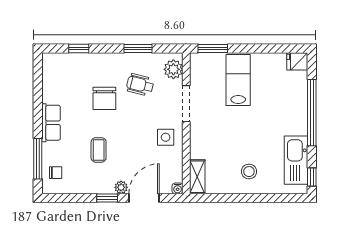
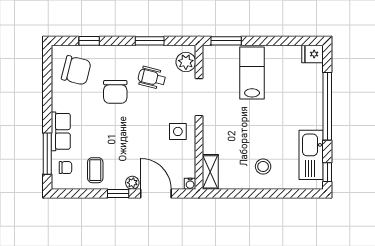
chair: (66, 77) -> (76, 70), added
row of seats: (51, 123) -> (61, 131), moved
coffee table: (99, 150) -> (95, 170), moved
door: (144, 198) -> (156, 193), hinge flipped

